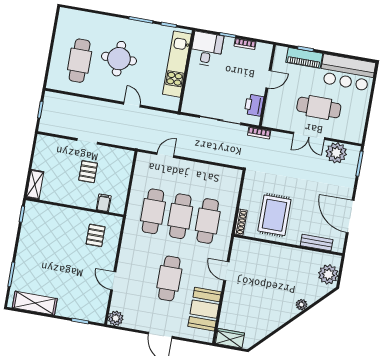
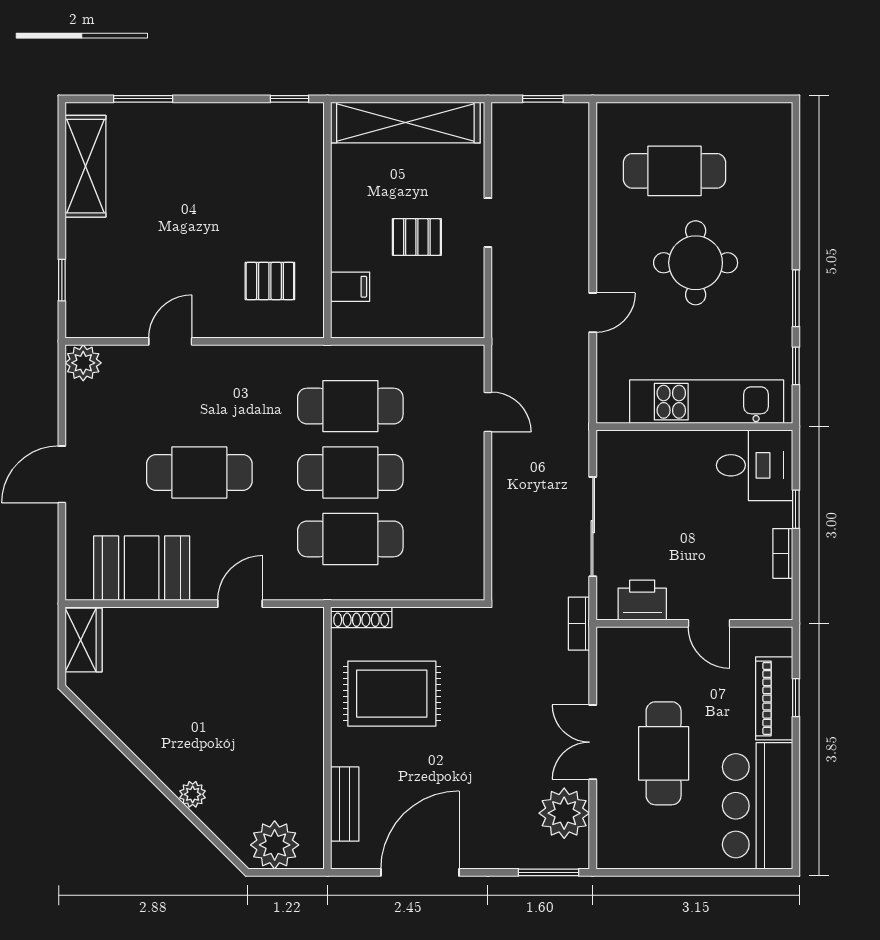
shelving: (35, 185) -> (405, 123), width x2.20, depth x1.33

